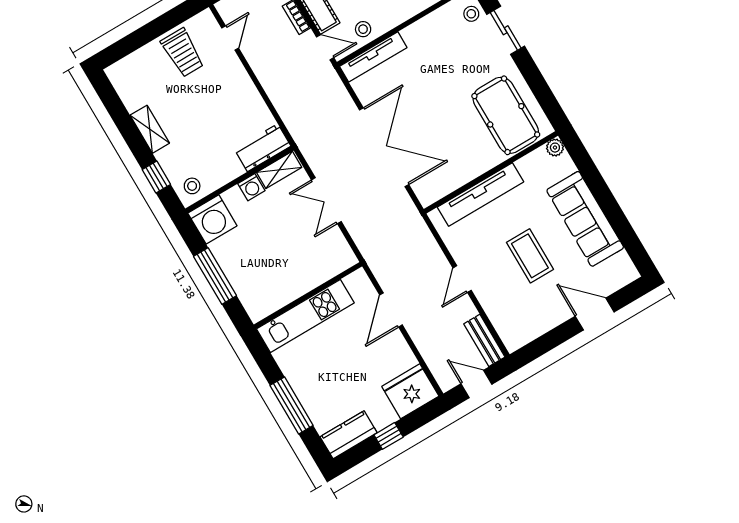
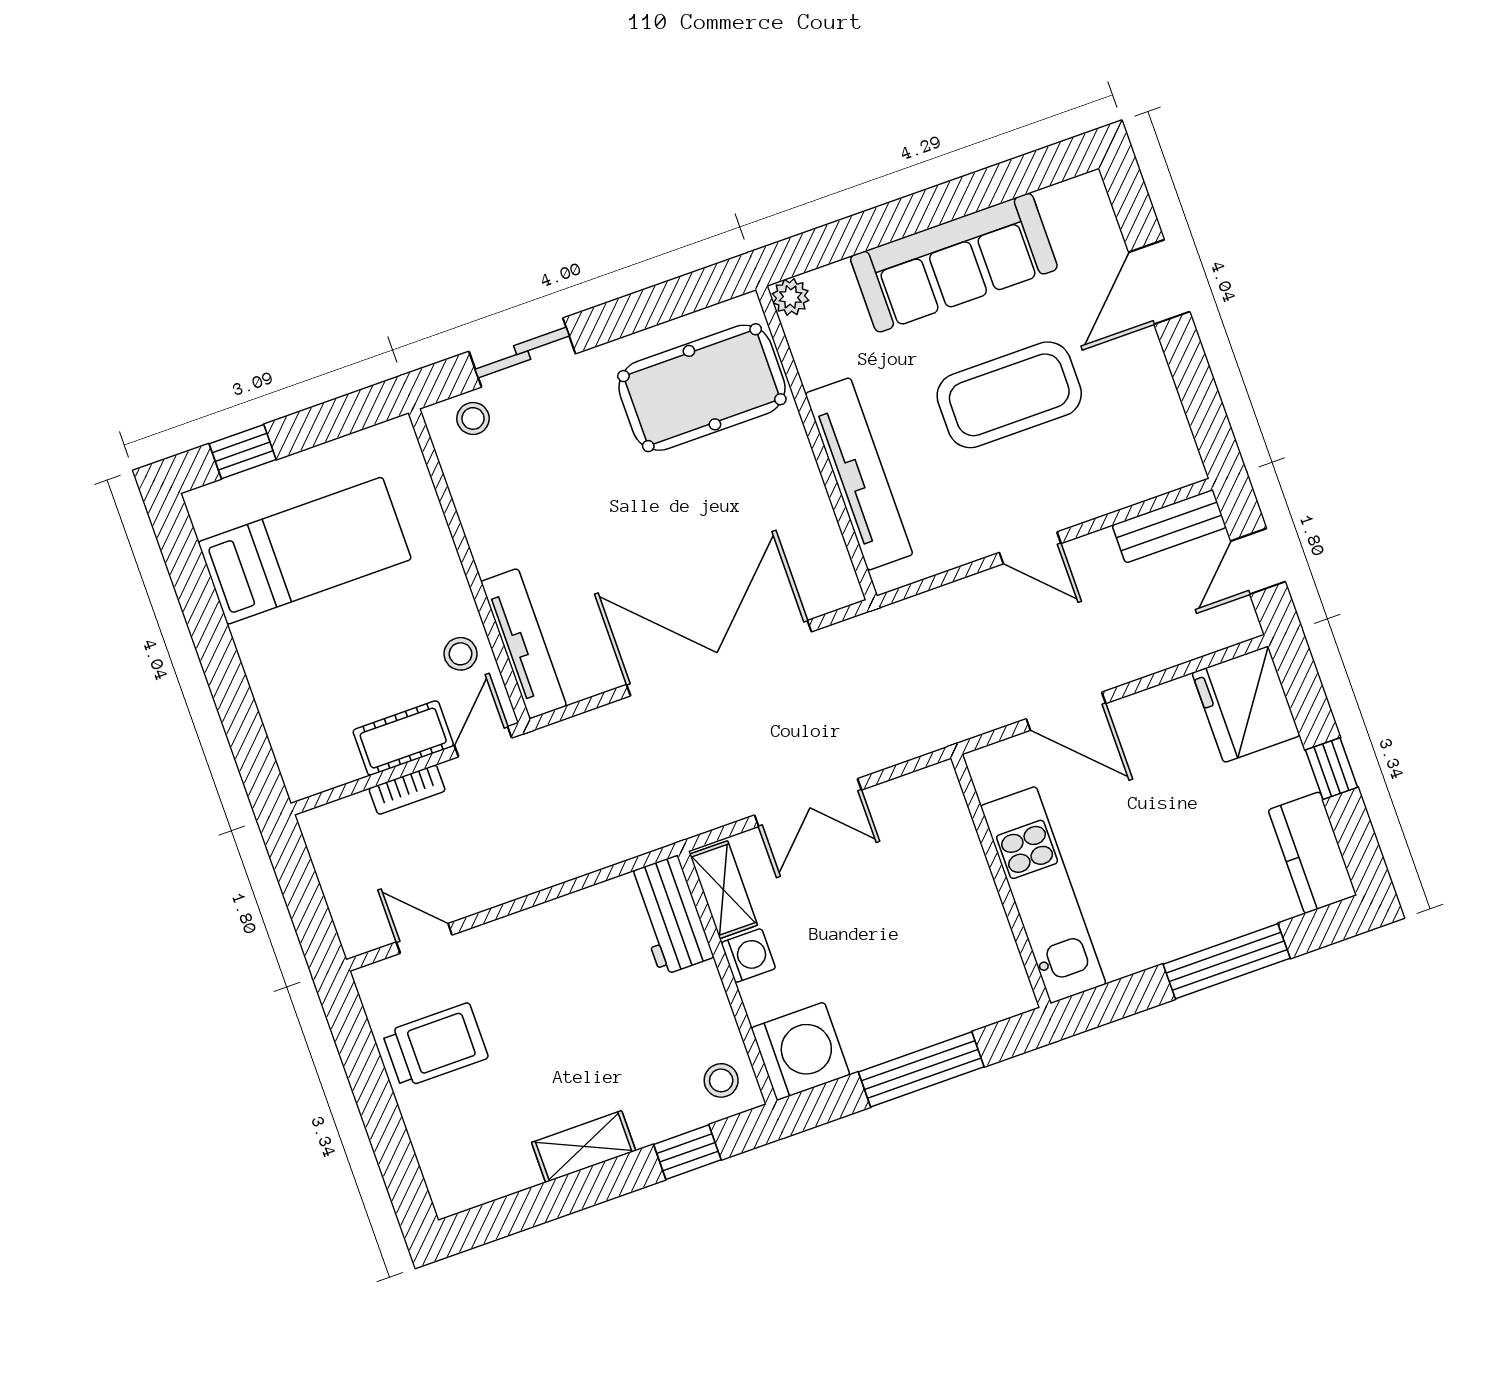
coffee table: (530, 256) -> (1009, 395), width x1.36, depth x1.32

